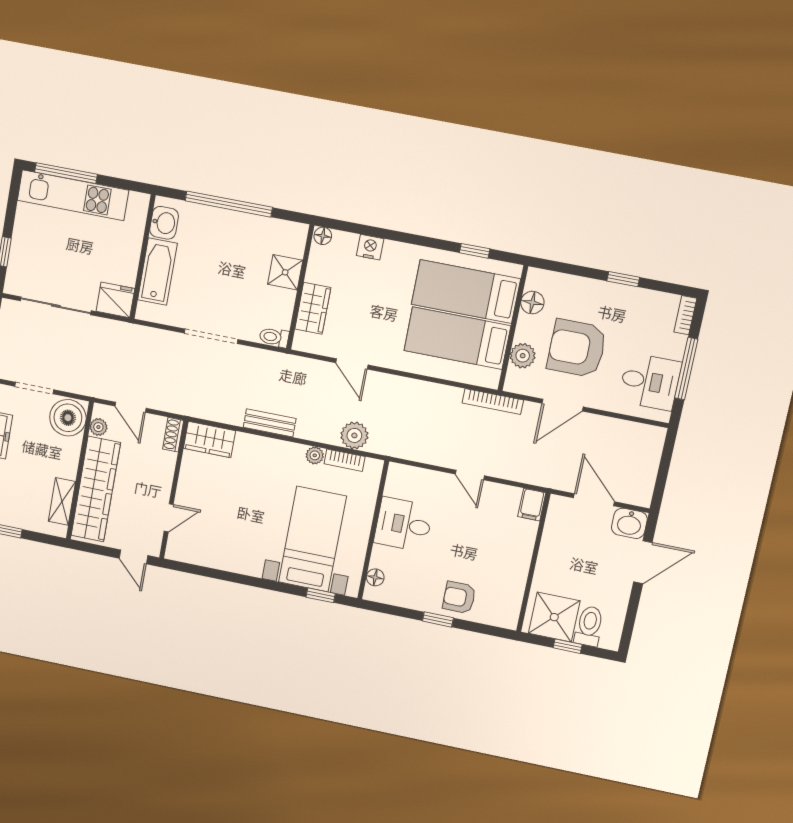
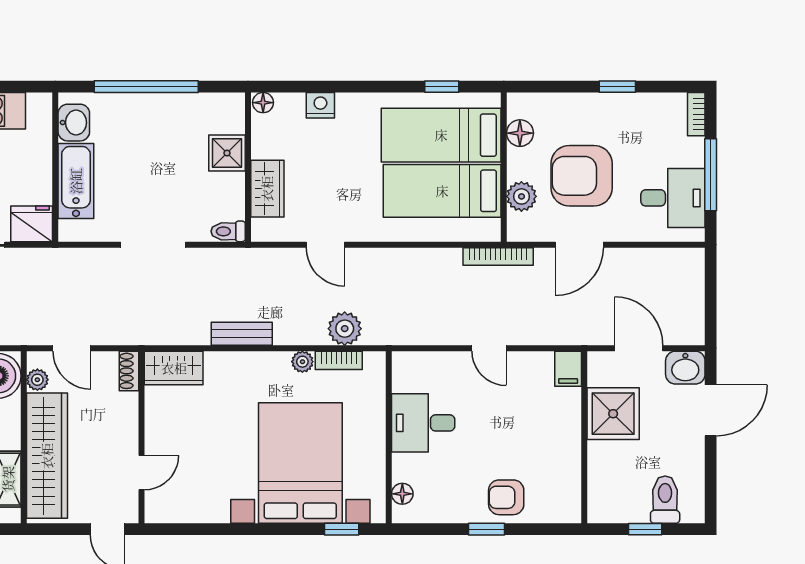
bed with nightstands: (312, 539) -> (300, 463), width x1.36
shower: (554, 617) -> (613, 414), moved

